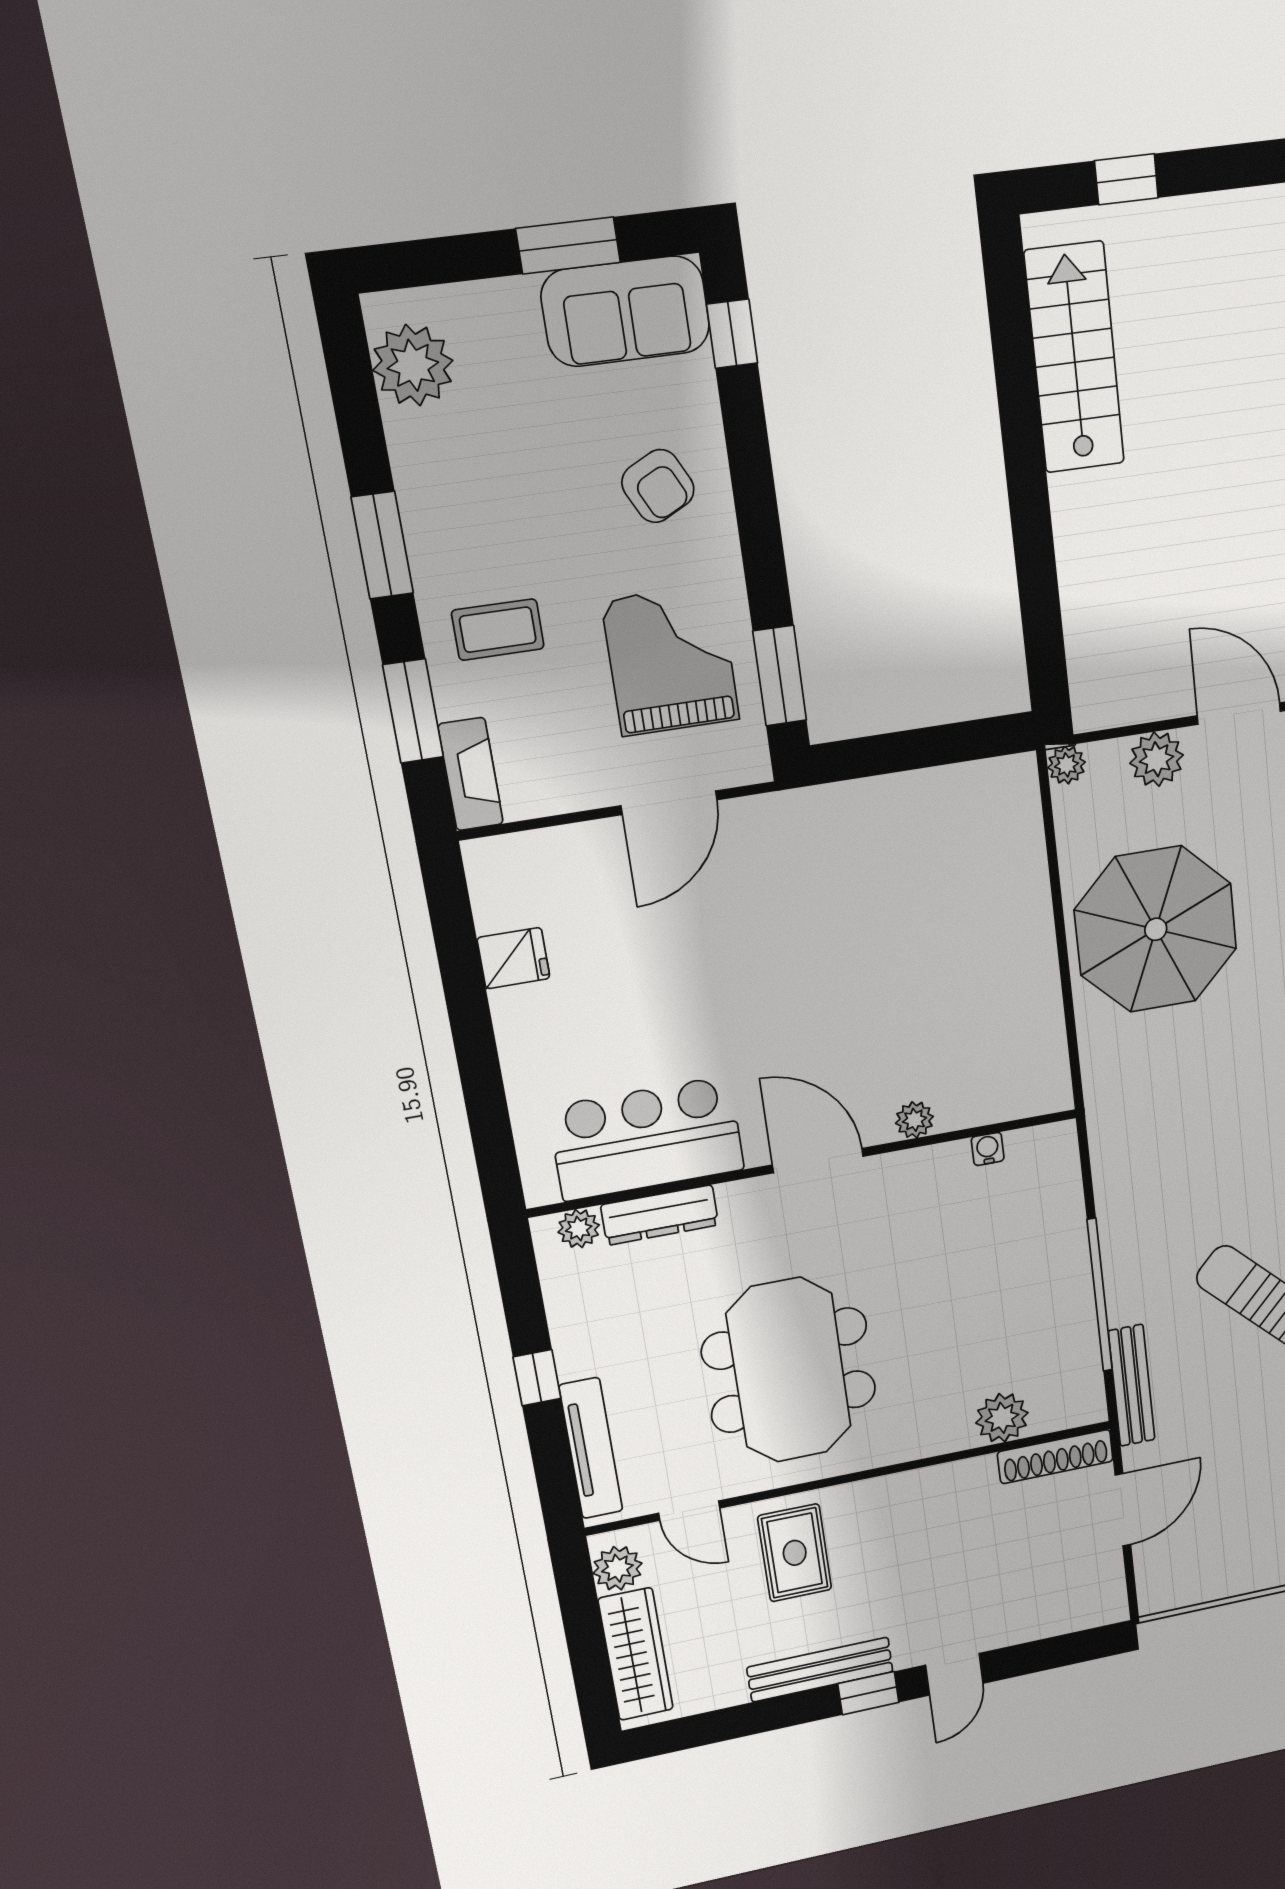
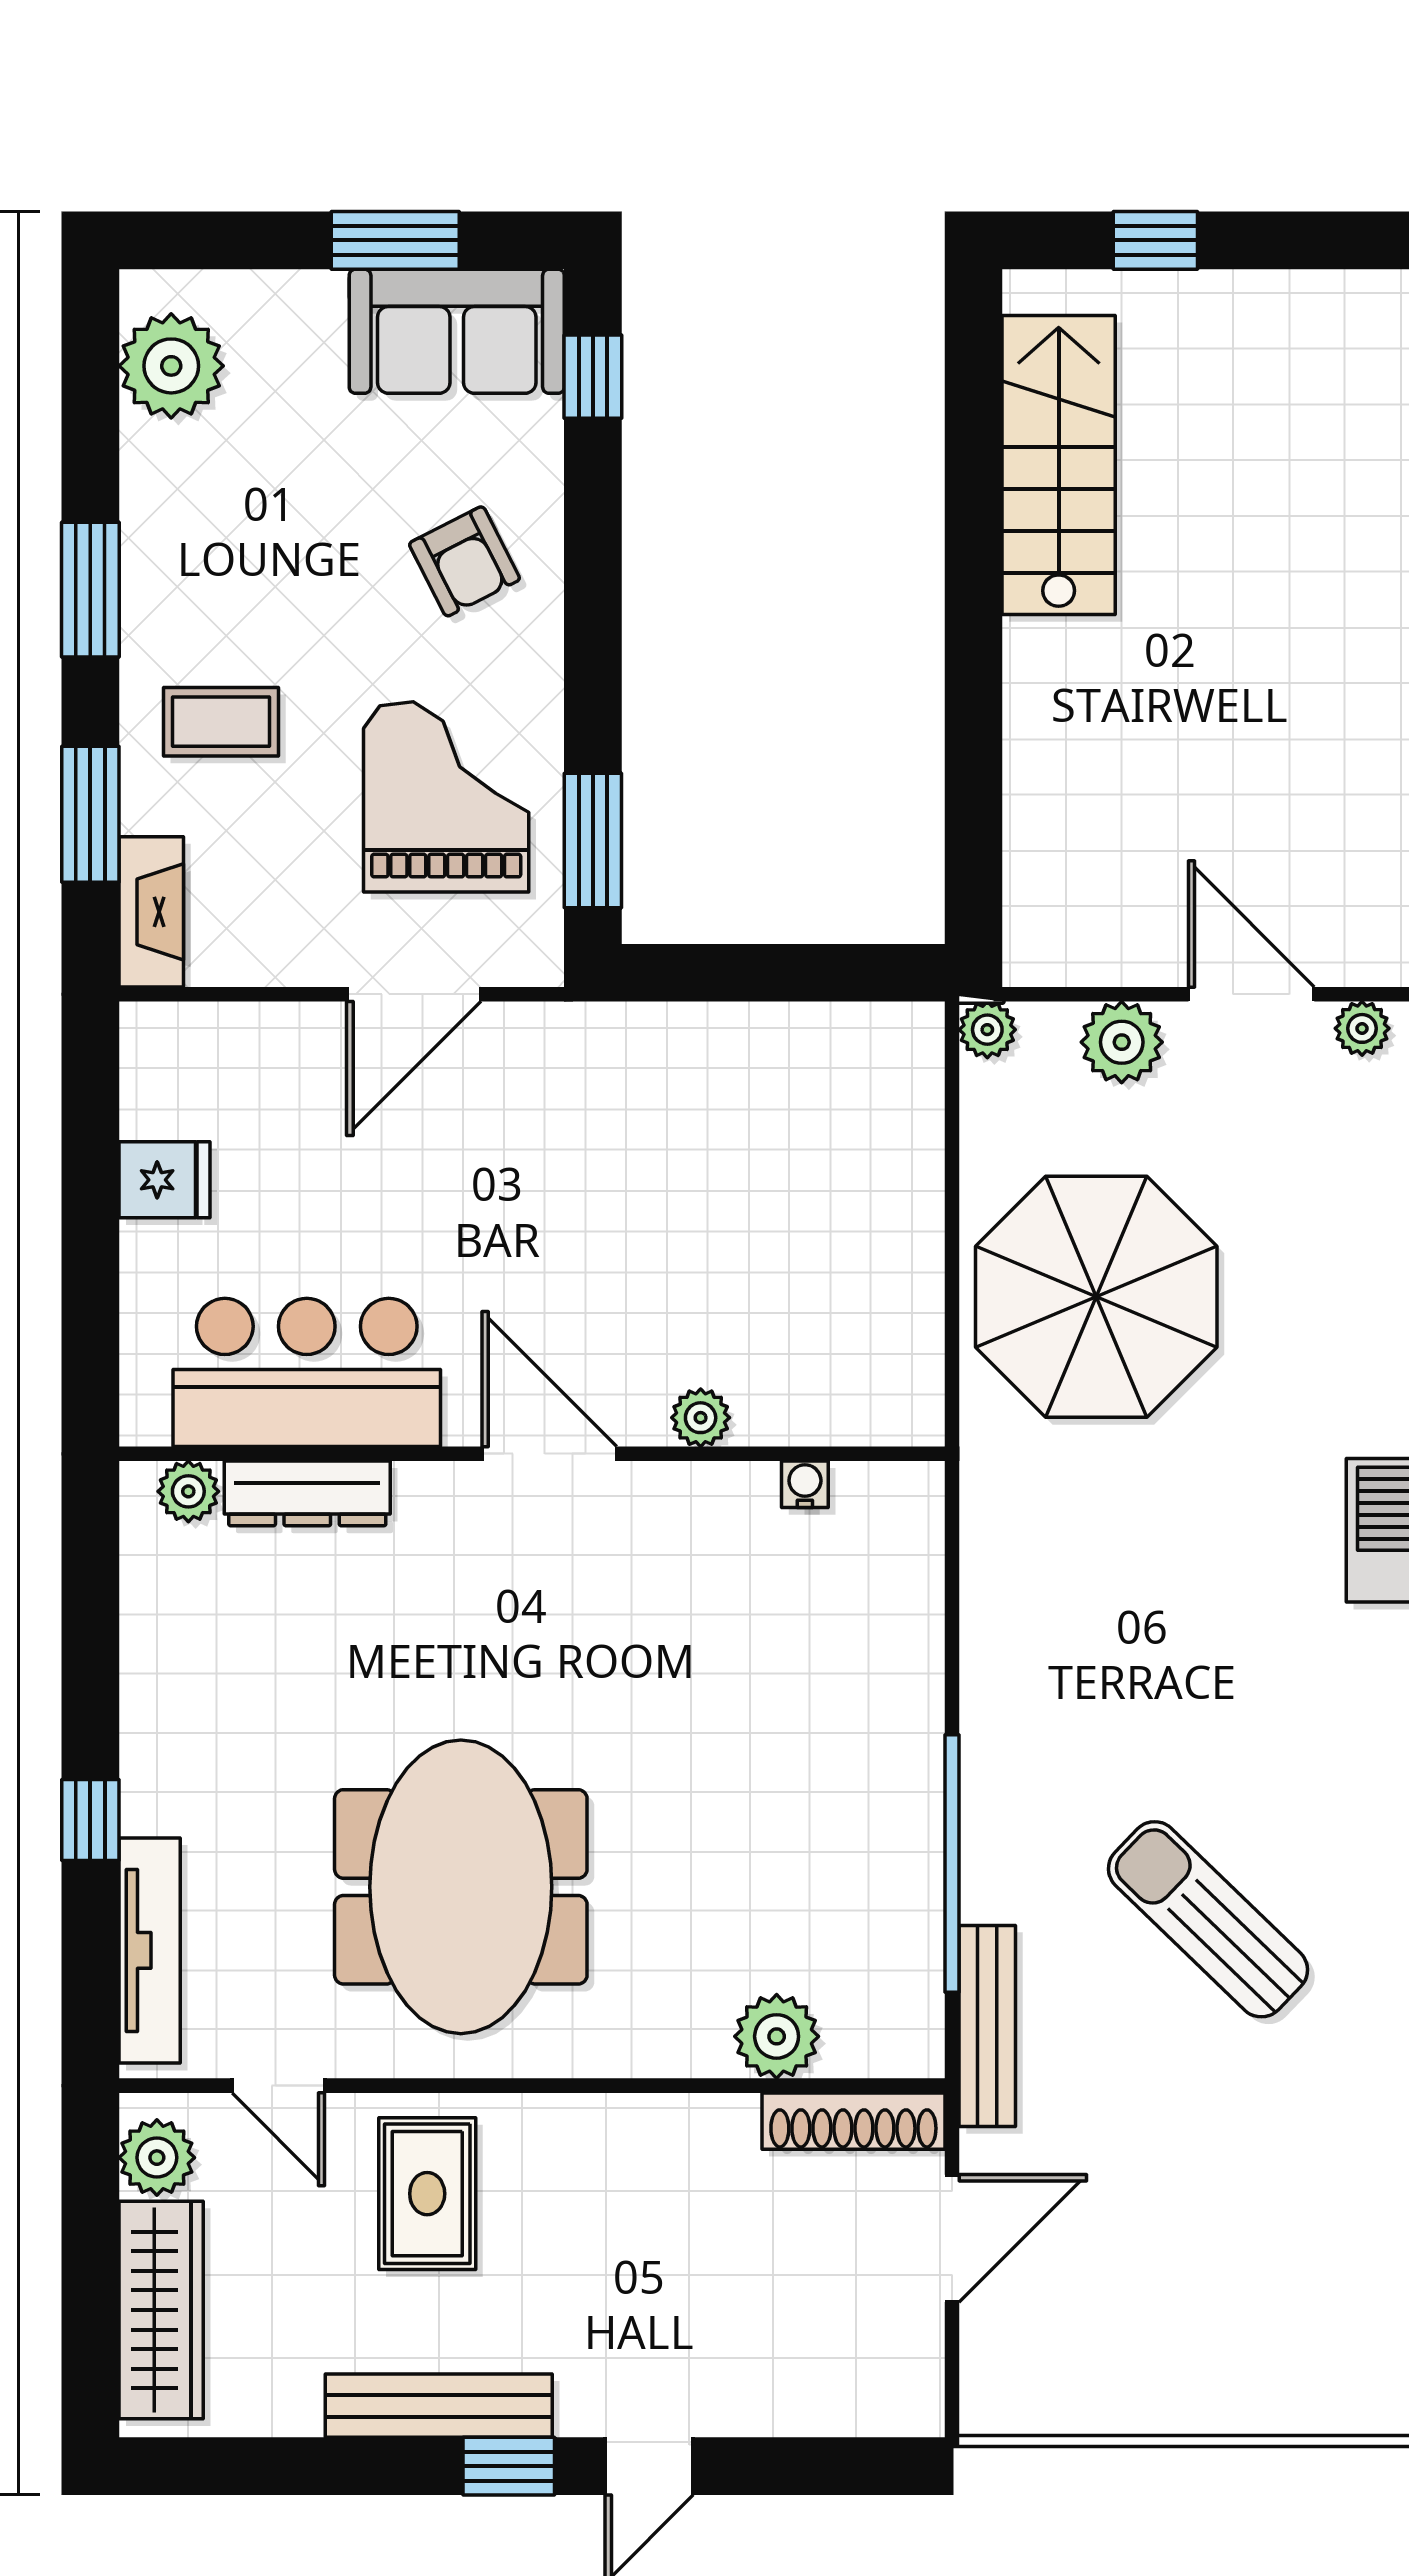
plant: (914, 1120) -> (701, 1418), moved
bar counter: (647, 1139) -> (307, 1372), moved
water cooler: (988, 1149) -> (805, 1484), moved
door: (818, 1161) -> (549, 1454), moved
wall: (806, 1163) -> (532, 1454), moved
dresser: (660, 1215) -> (307, 1493), moved
plant: (579, 1229) -> (188, 1491), moved

